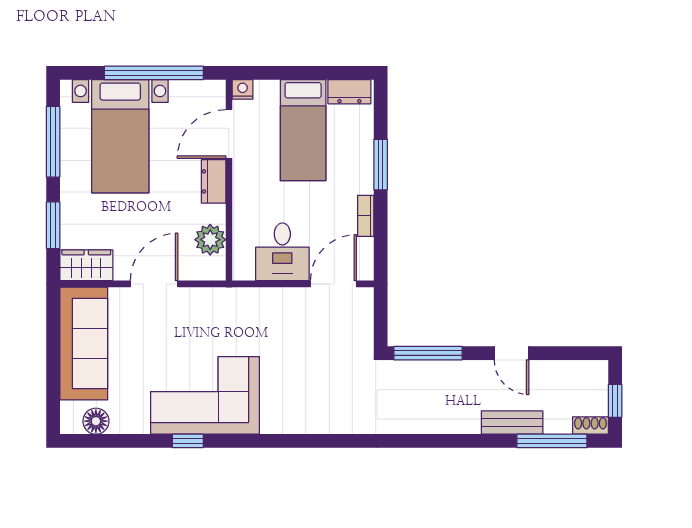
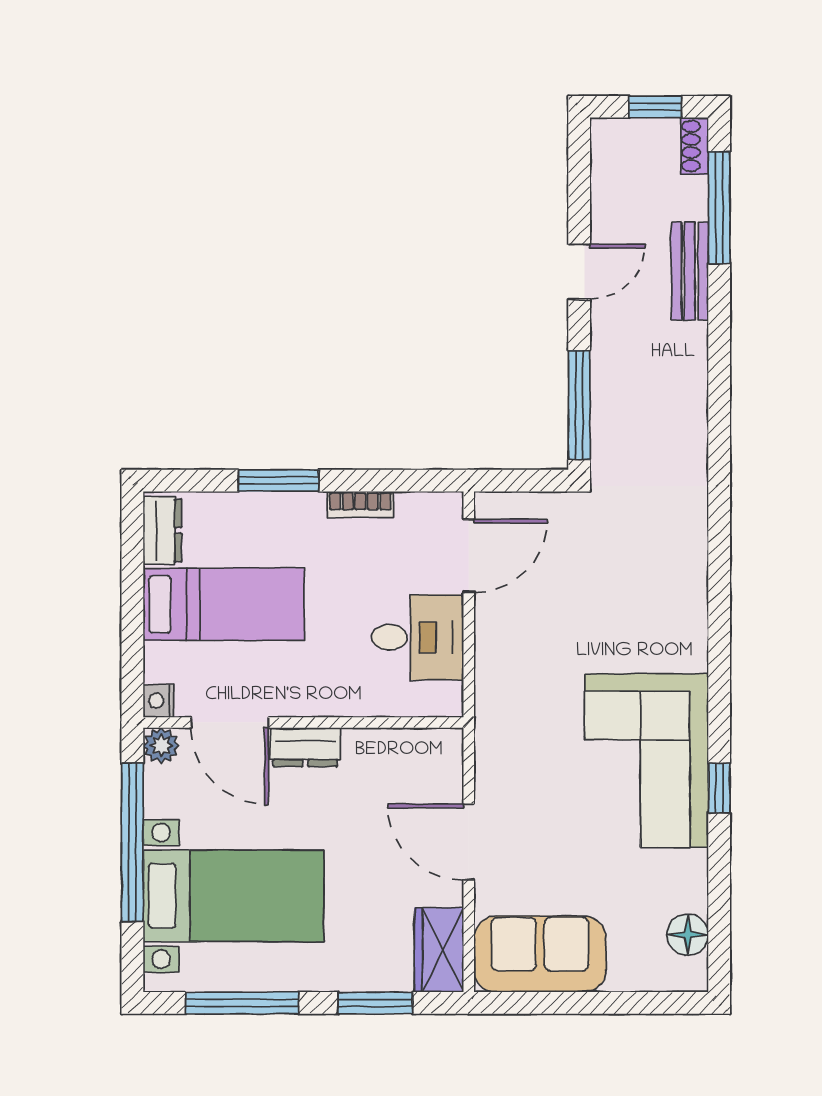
plant: (210, 240) -> (161, 746), moved, width x0.73, depth x0.73
door: (333, 284) -> (469, 556), swing flipped
sofa: (84, 344) -> (540, 954), width x0.73

